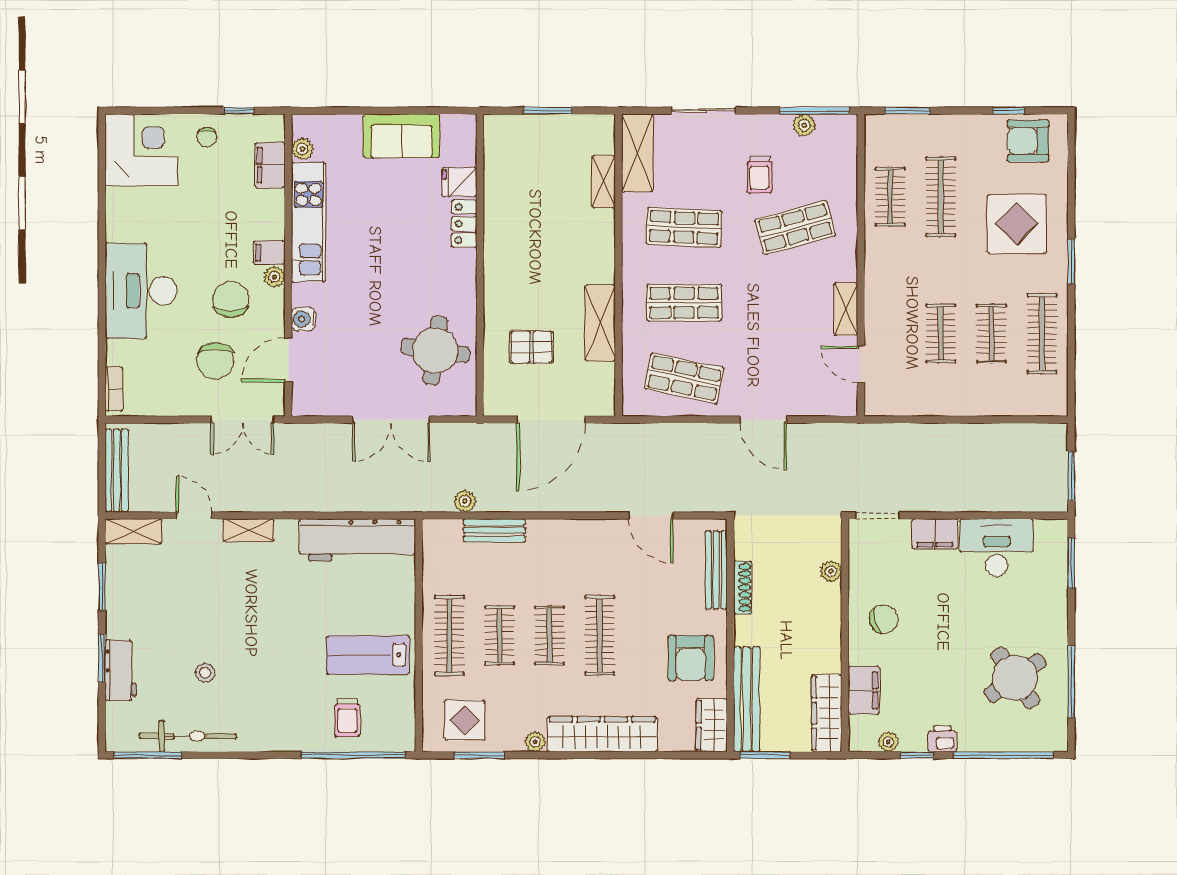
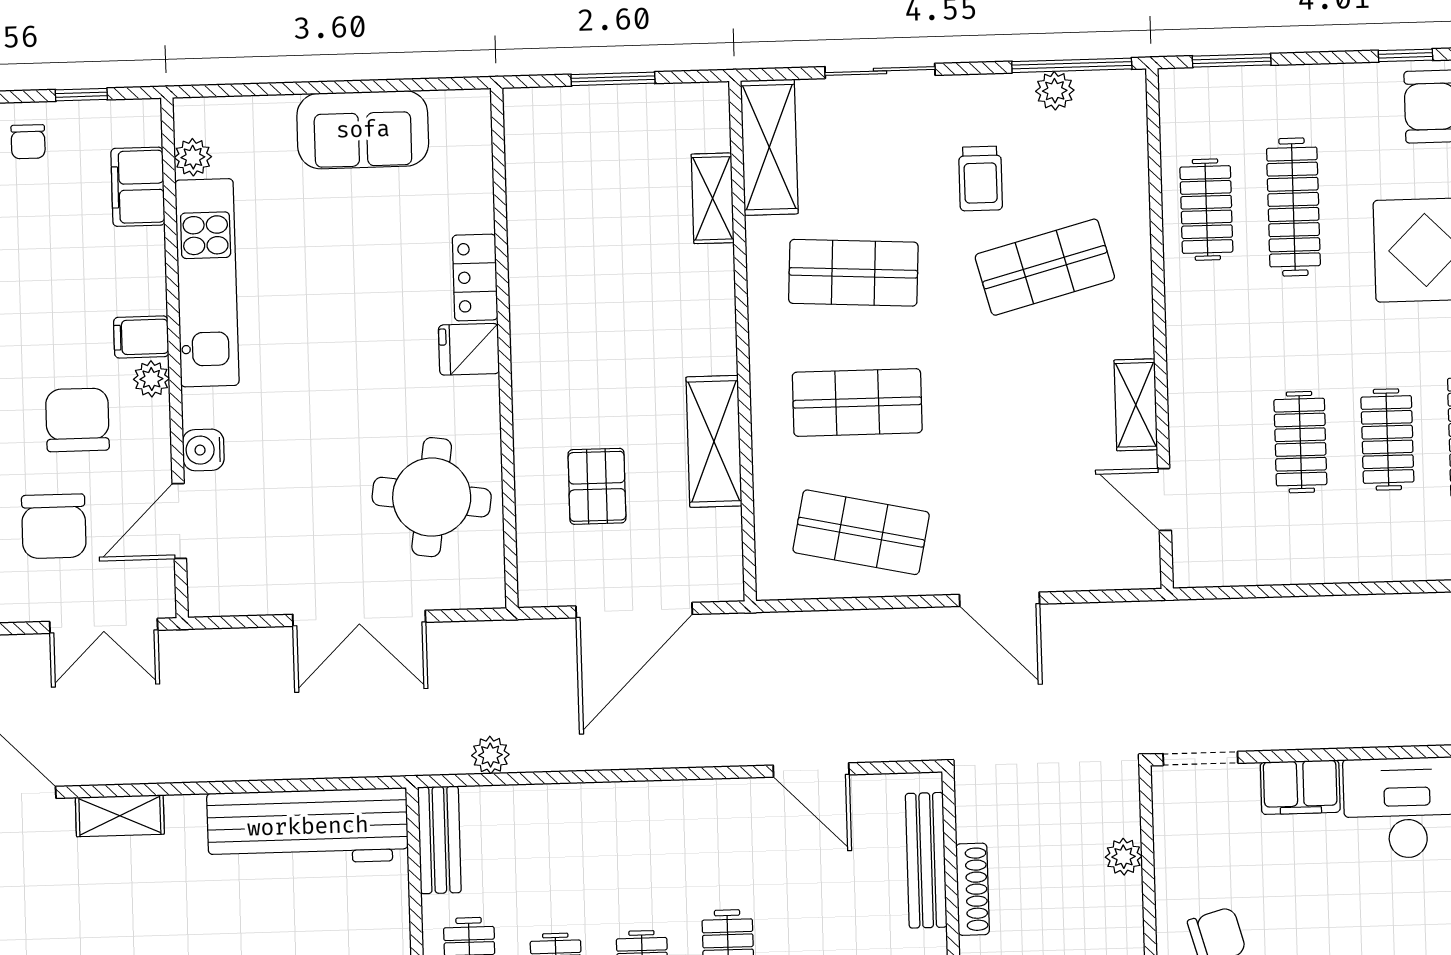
fridge: (459, 182) -> (469, 349), moved
pallet: (531, 347) -> (597, 486), turned 90
bench: (494, 531) -> (439, 840), moved, turned 90

